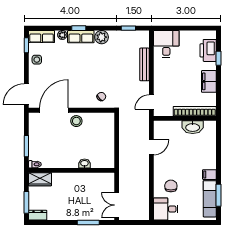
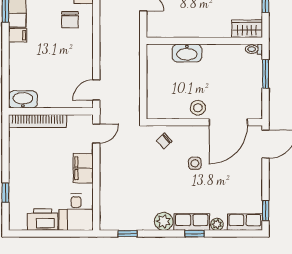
printer: (208, 50) -> (43, 220), moved, turned -90
side table: (37, 60) -> (195, 163), moved
bench: (144, 64) -> (106, 184), removed
filing cabinet: (209, 81) -> (83, 168), moved, turned 180
washbasin: (193, 127) -> (23, 99), moved
door: (151, 147) -> (96, 90), moved
washbasin: (84, 164) -> (187, 53), width x1.91, depth x1.45

